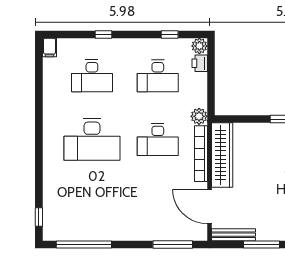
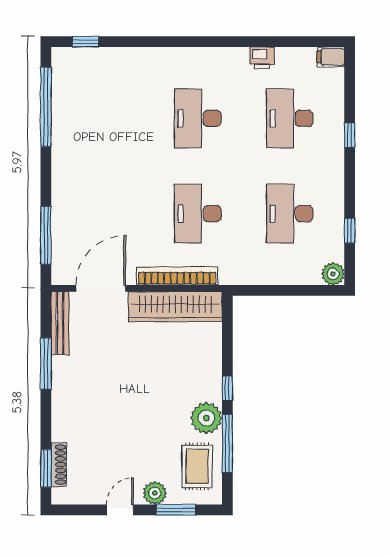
printer: (200, 63) -> (262, 58), moved, turned 180
plant: (199, 116) -> (231, 273), removed
desk: (92, 139) -> (198, 118), width x0.73, depth x0.77

